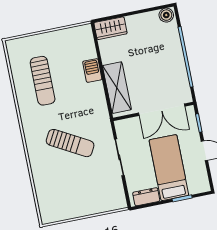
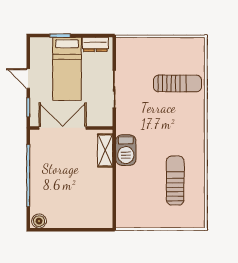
wardrobe: (111, 28) -> (97, 219), removed
barbecue: (92, 70) -> (126, 150), moved, width x1.38, depth x1.27
shelving: (117, 88) -> (105, 150), width x0.67, depth x0.75
sun lounger: (70, 143) -> (177, 83), moved, turned 151

